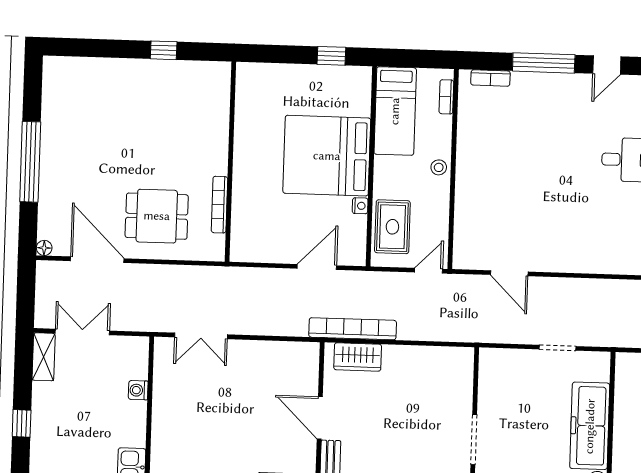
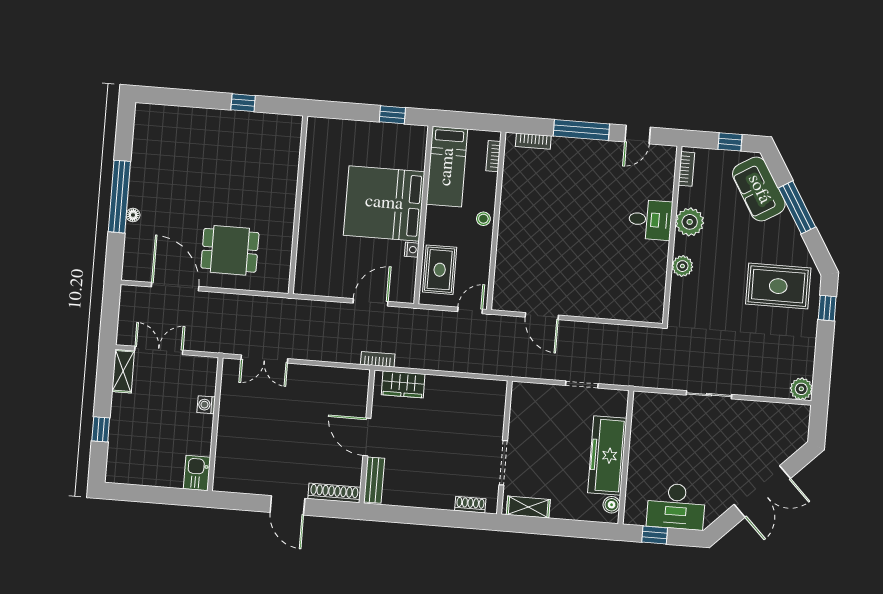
bookcase: (219, 205) -> (286, 243), removed
floor lamp: (44, 248) -> (133, 215), moved
bookcase: (353, 329) -> (378, 359), width x0.43, depth x0.76

